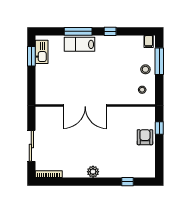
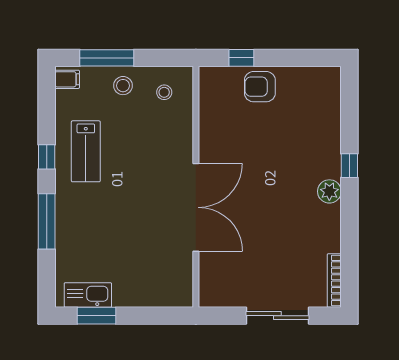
lab bench: (80, 44) -> (86, 151), moved
window: (128, 182) -> (349, 166), moved

